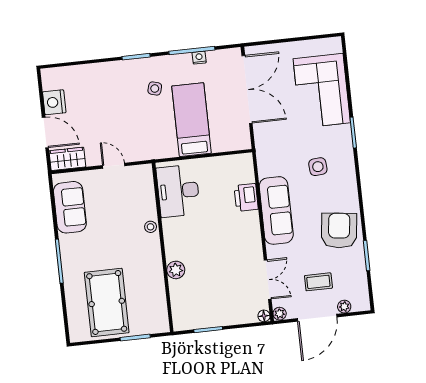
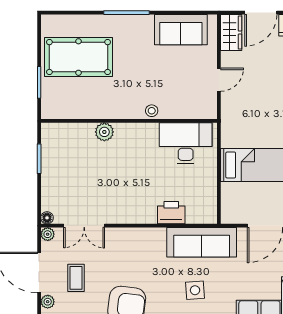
sofa: (276, 210) -> (202, 242), moved

